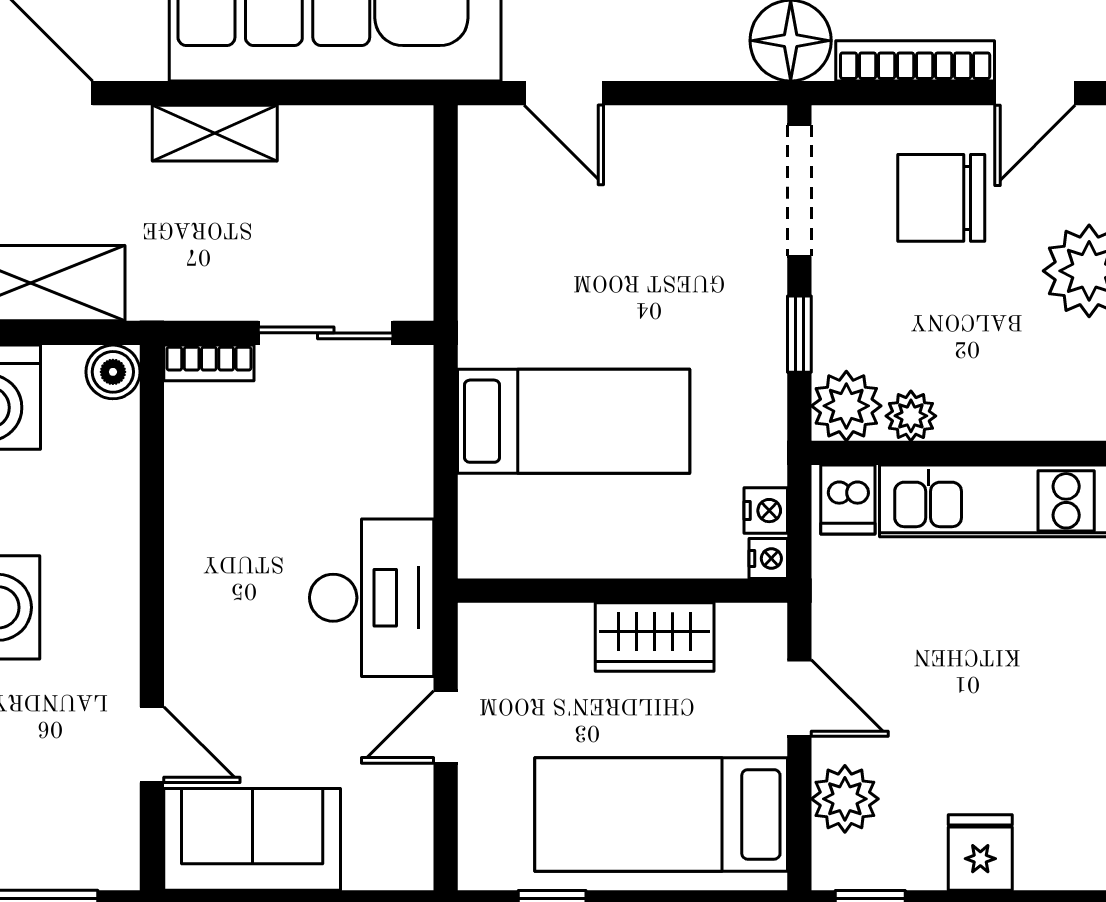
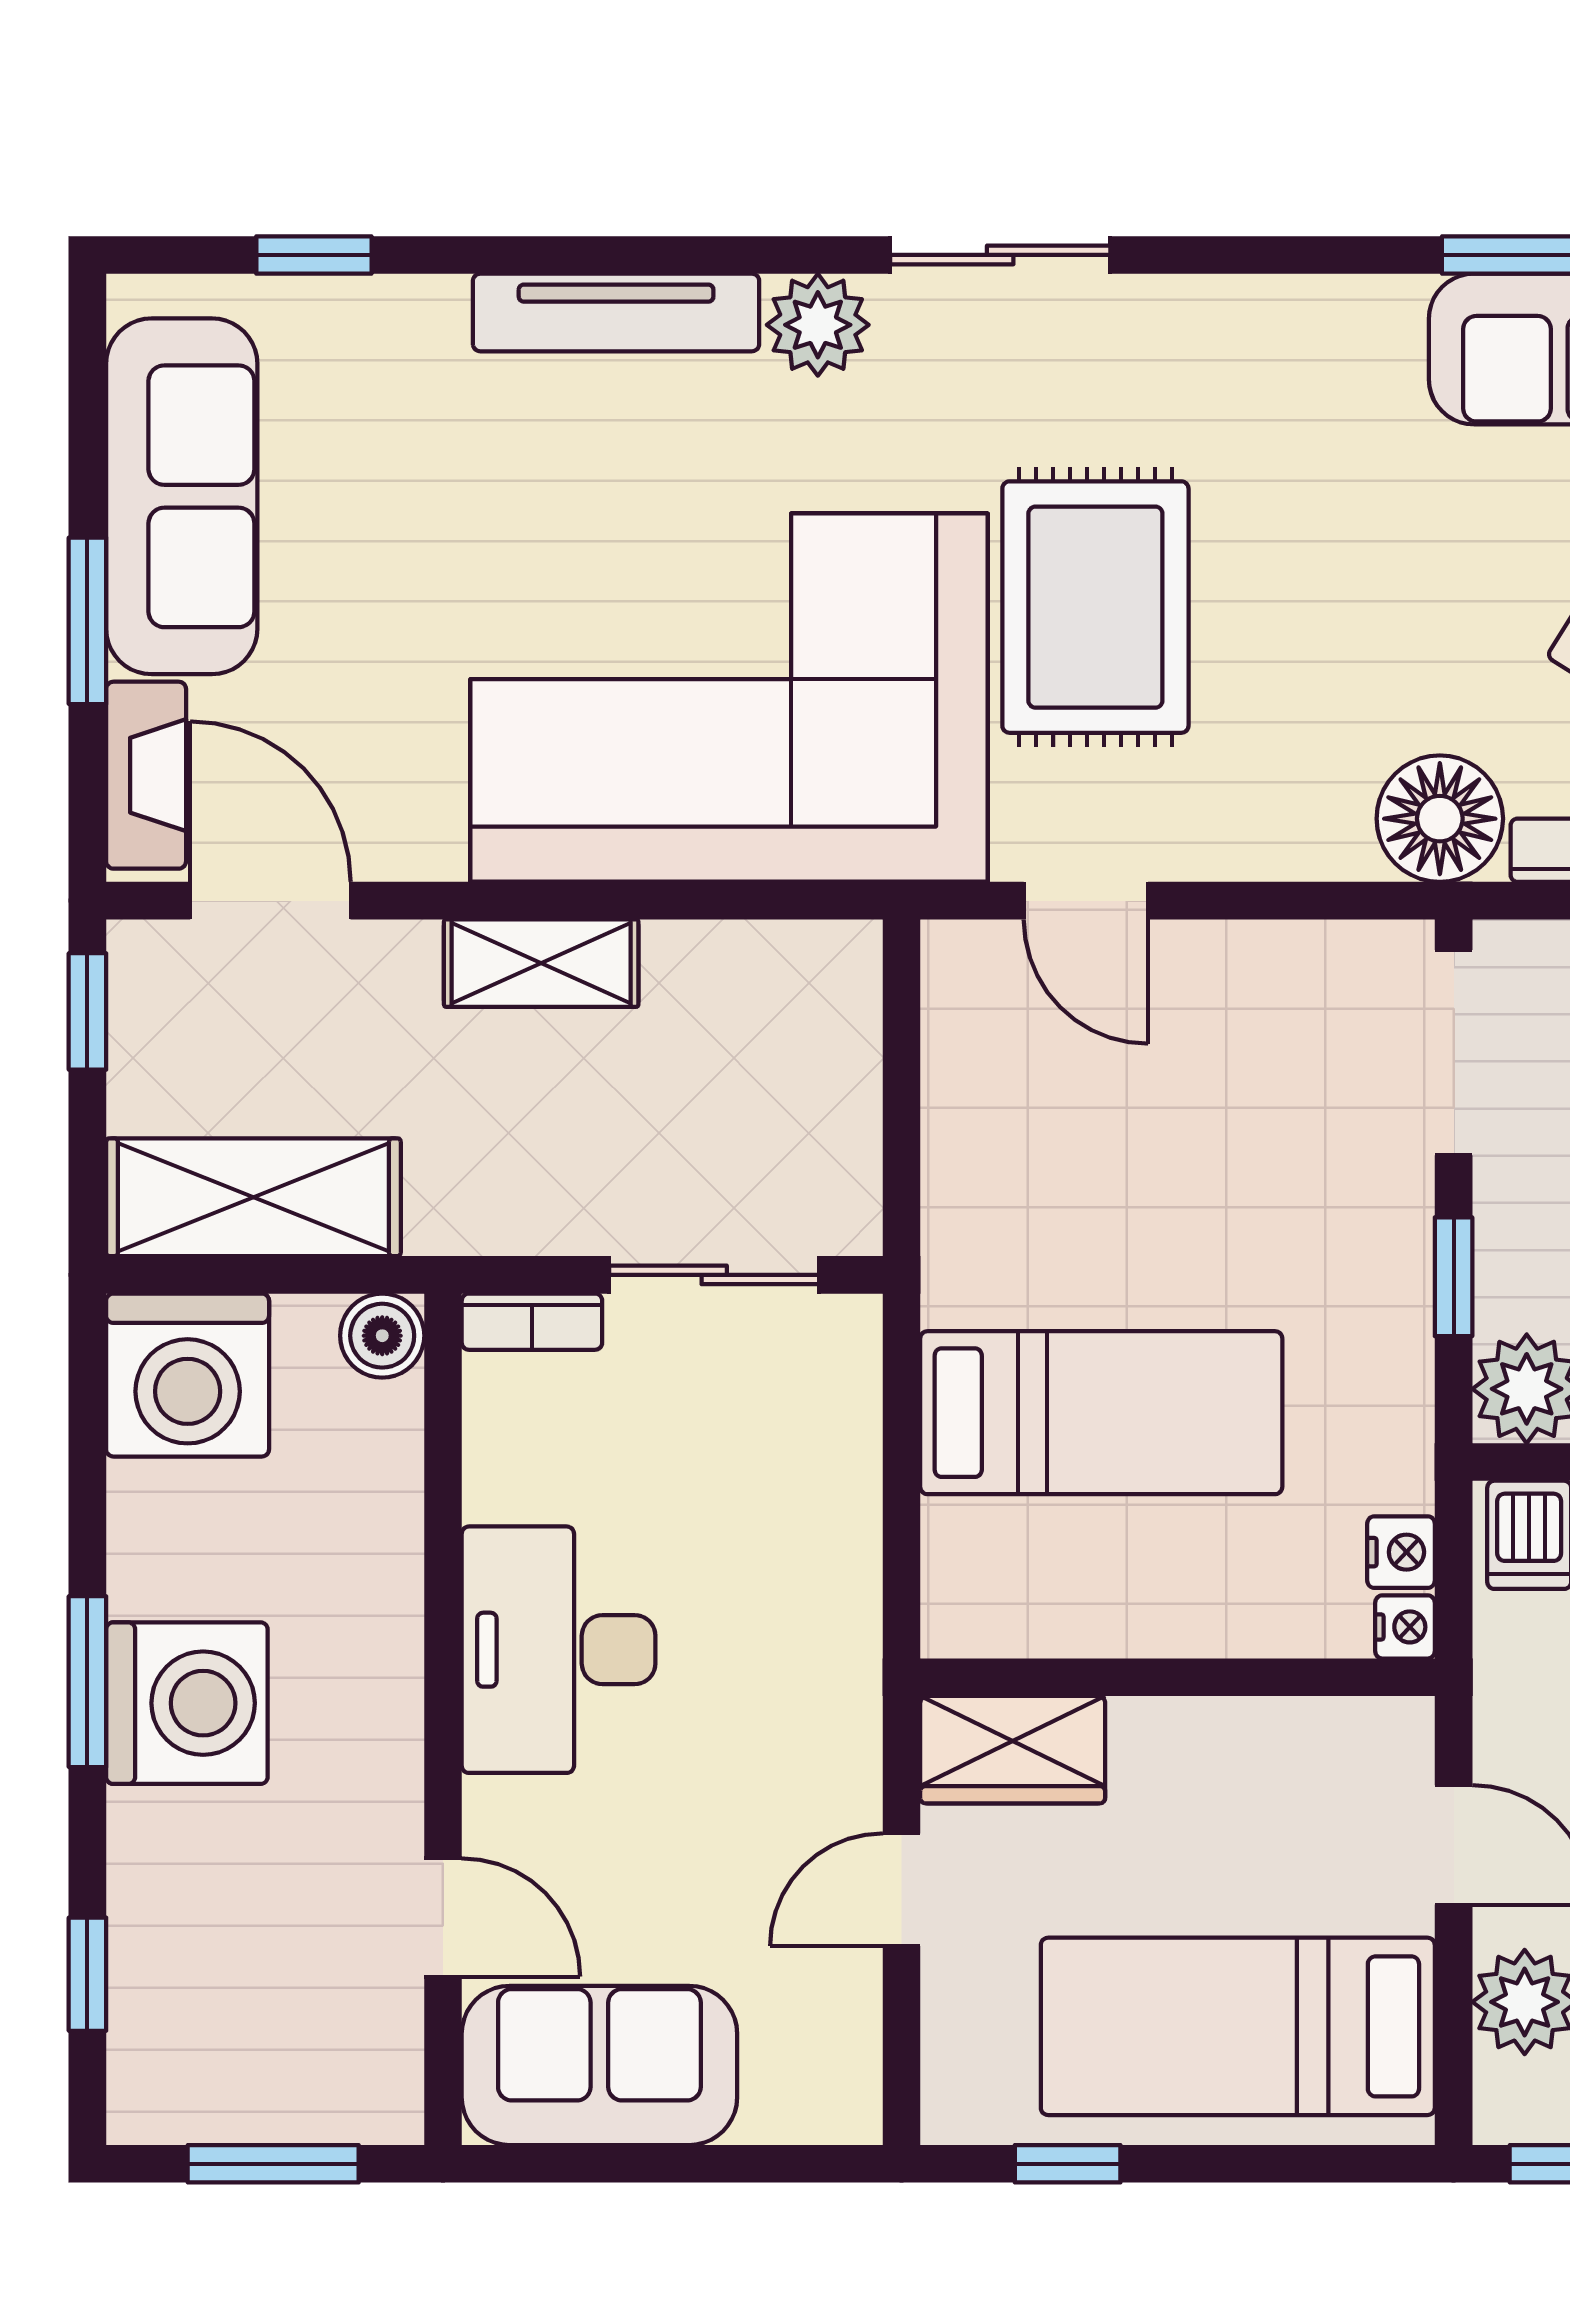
desk: (372, 598) -> (559, 1650), moved, turned 180
wardrobe: (655, 637) -> (1013, 1750), moved

